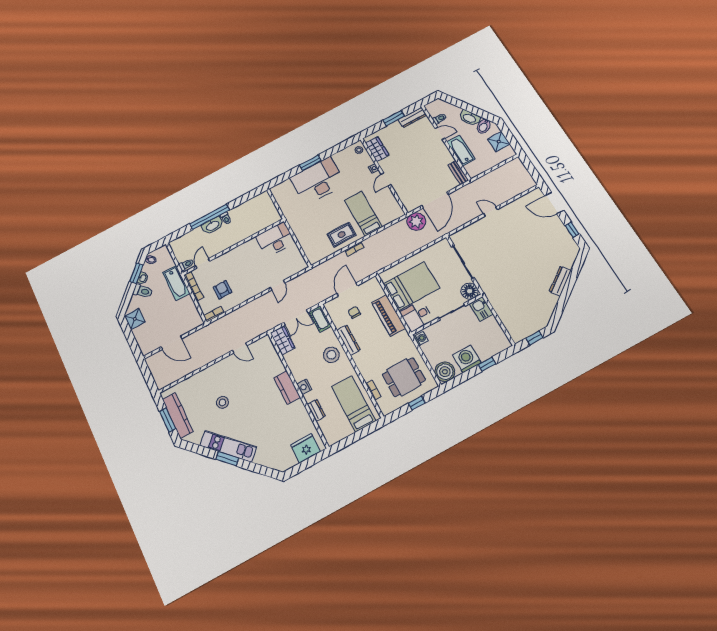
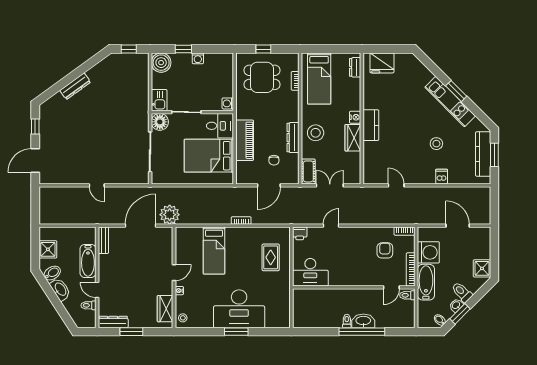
door: (554, 203) -> (35, 161), swing flipped
rug: (342, 234) -> (271, 257), moved, turned 90
printer: (300, 265) -> (300, 233), added
armchair: (223, 290) -> (385, 250), turned 180
washing machine: (186, 308) -> (428, 252), added
wardrobe: (283, 340) -> (353, 138), moved
washing machine: (467, 359) -> (198, 58), width x0.53, depth x0.53
boiler: (445, 372) -> (161, 63), moved
dishwasher: (204, 376) -> (442, 177), added
dresser: (316, 410) -> (355, 67), moved

